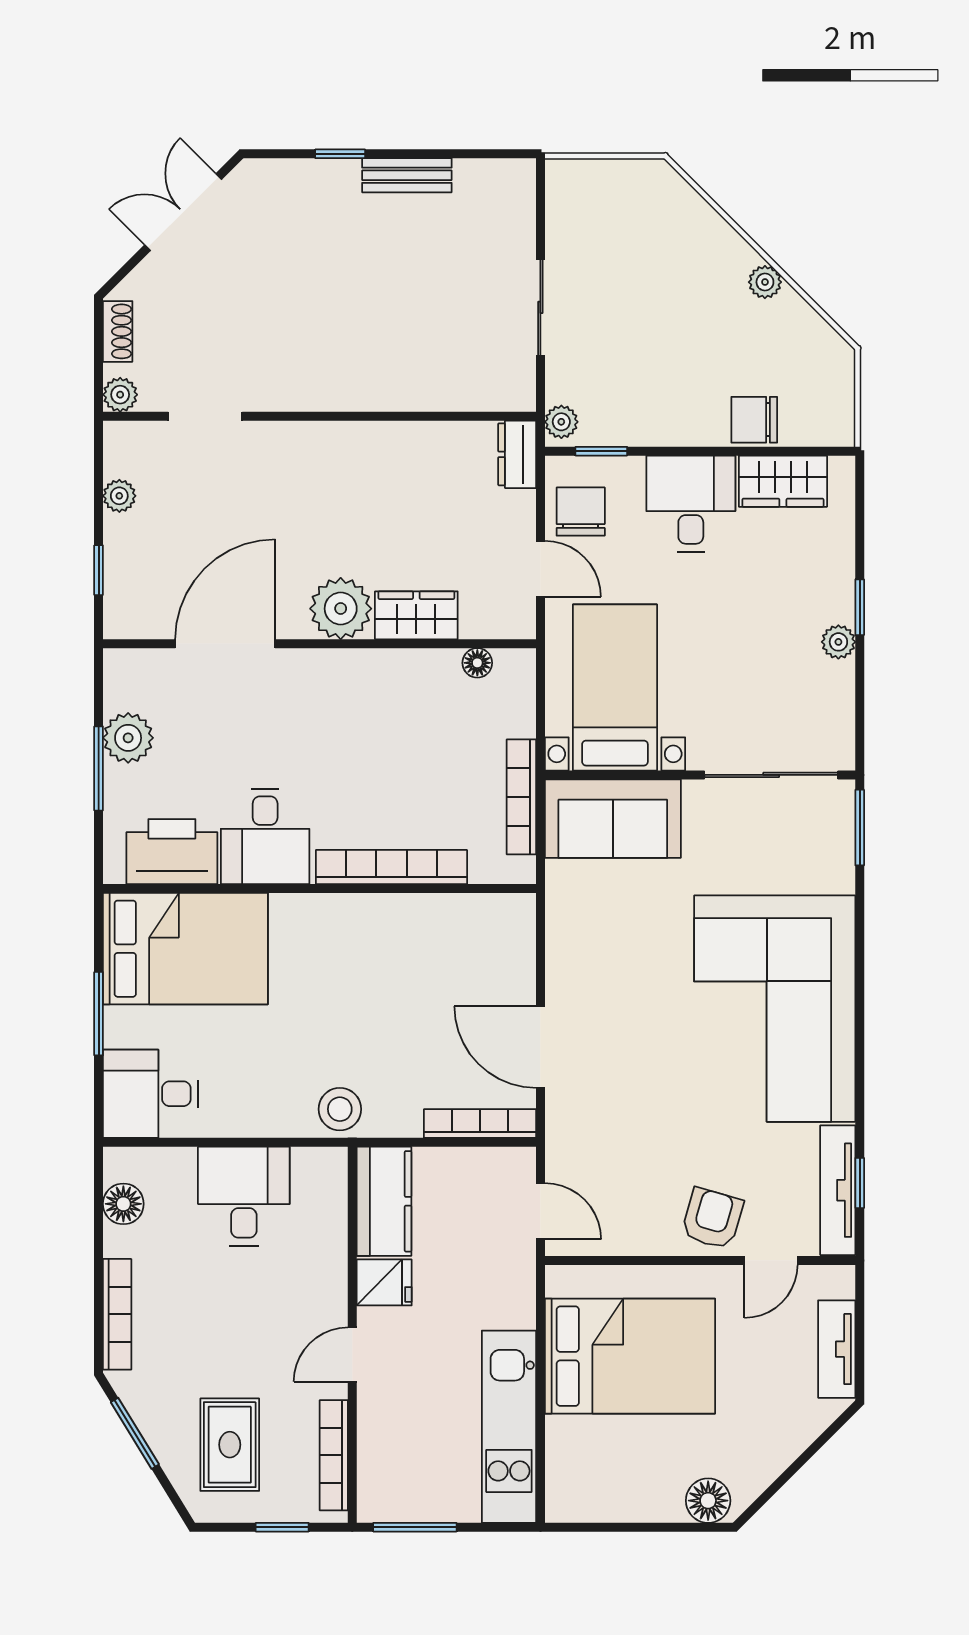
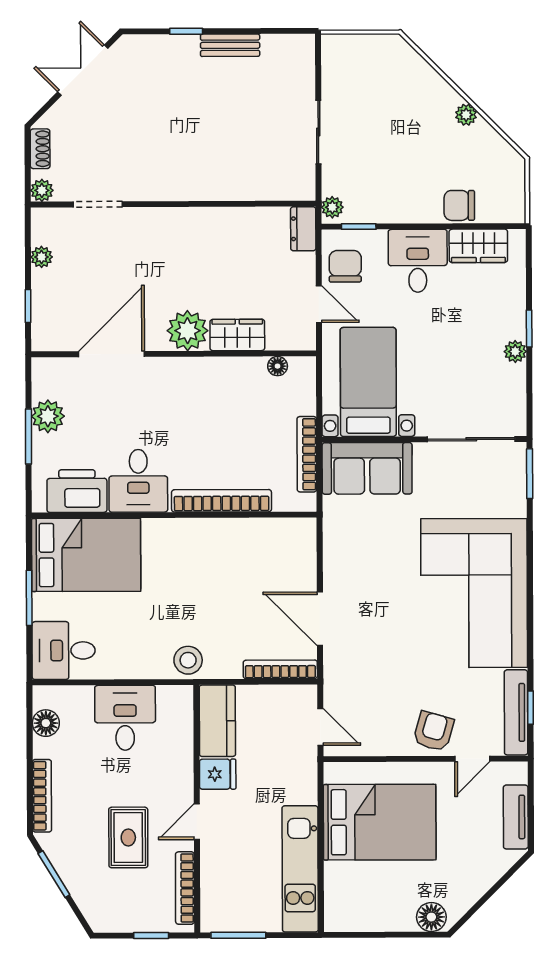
rug: (230, 1445) -> (128, 837), moved

